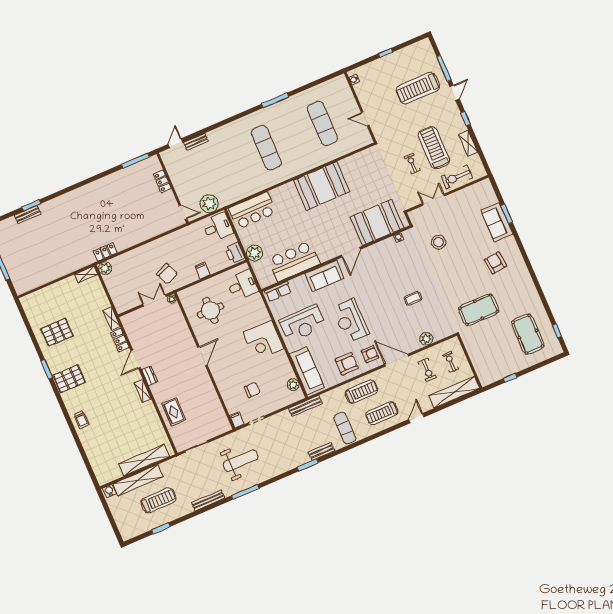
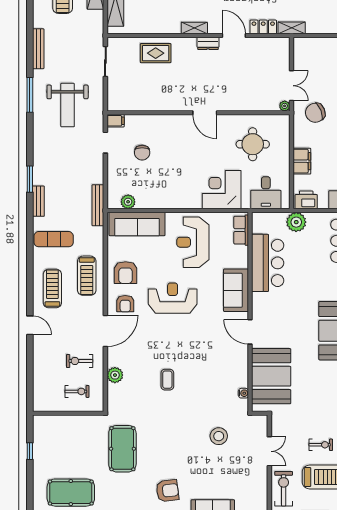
filing cabinet: (202, 271) -> (302, 161), width x2.00
corner desk: (263, 341) -> (222, 190), moved
shelving: (454, 392) -> (41, 381), removed

